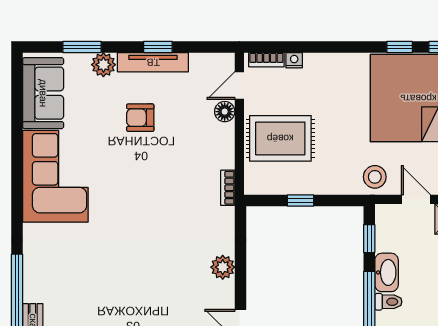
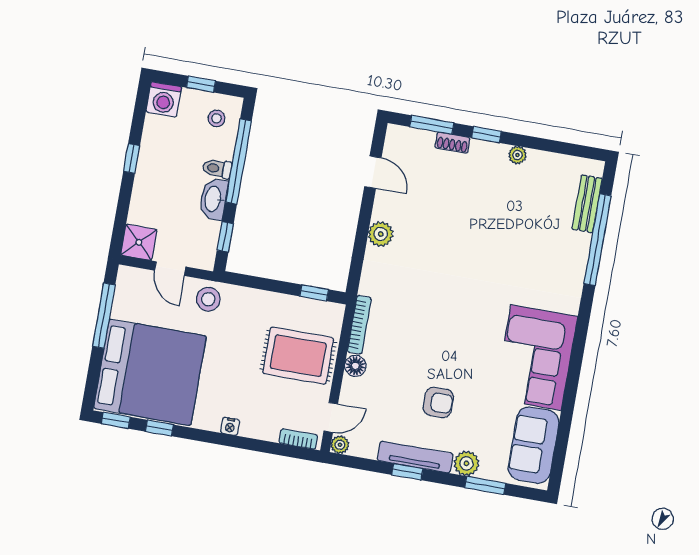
nightstand: (294, 60) -> (230, 426), moved
plant: (226, 61) -> (340, 445), added
floor lamp: (225, 112) -> (355, 366), moved
bookcase: (228, 188) -> (359, 325), width x1.56
window: (300, 200) -> (314, 293), moved

